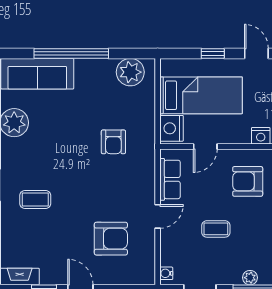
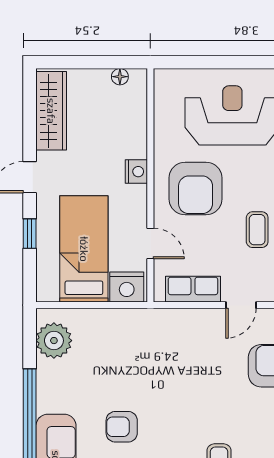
armchair: (113, 142) -> (122, 427), moved, turned 180
armchair: (248, 181) -> (196, 188), width x1.36, depth x1.36
door: (158, 216) -> (241, 305), swing flipped

